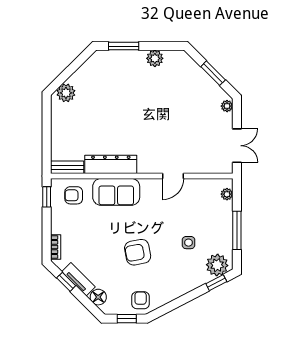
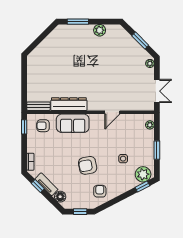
plant: (66, 93) -> (38, 54), removed
window: (237, 230) -> (157, 150), width x0.69
armchair: (141, 300) -> (100, 191), moved

